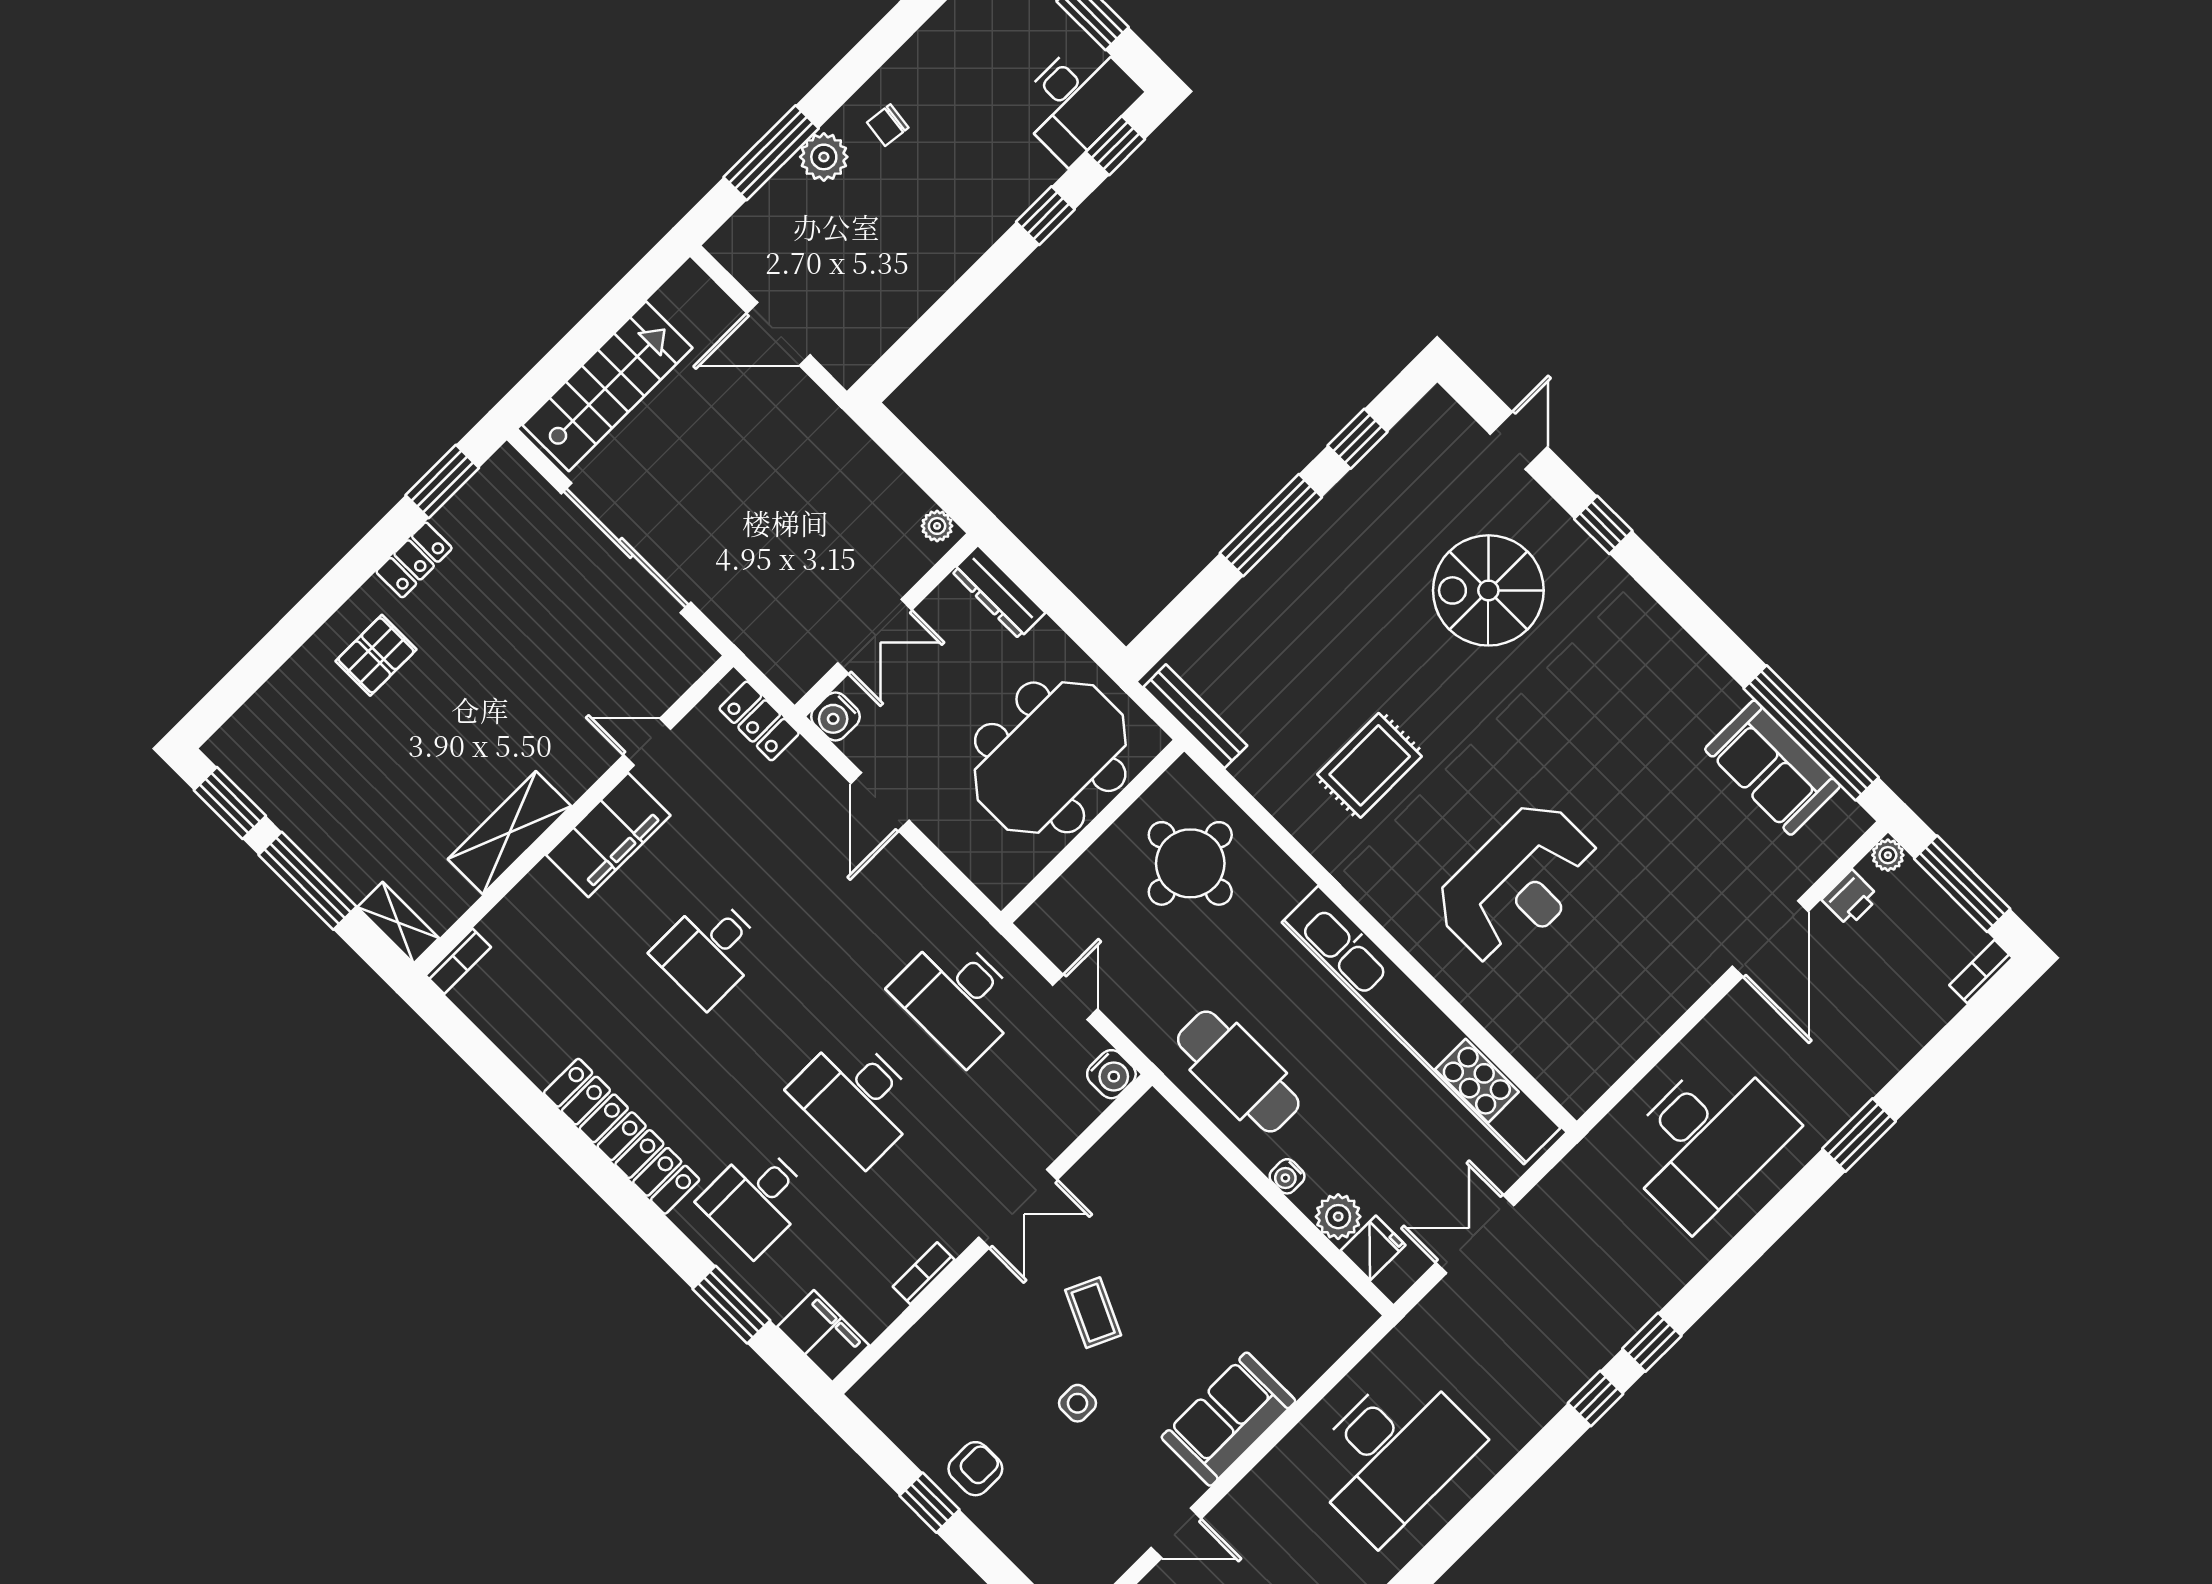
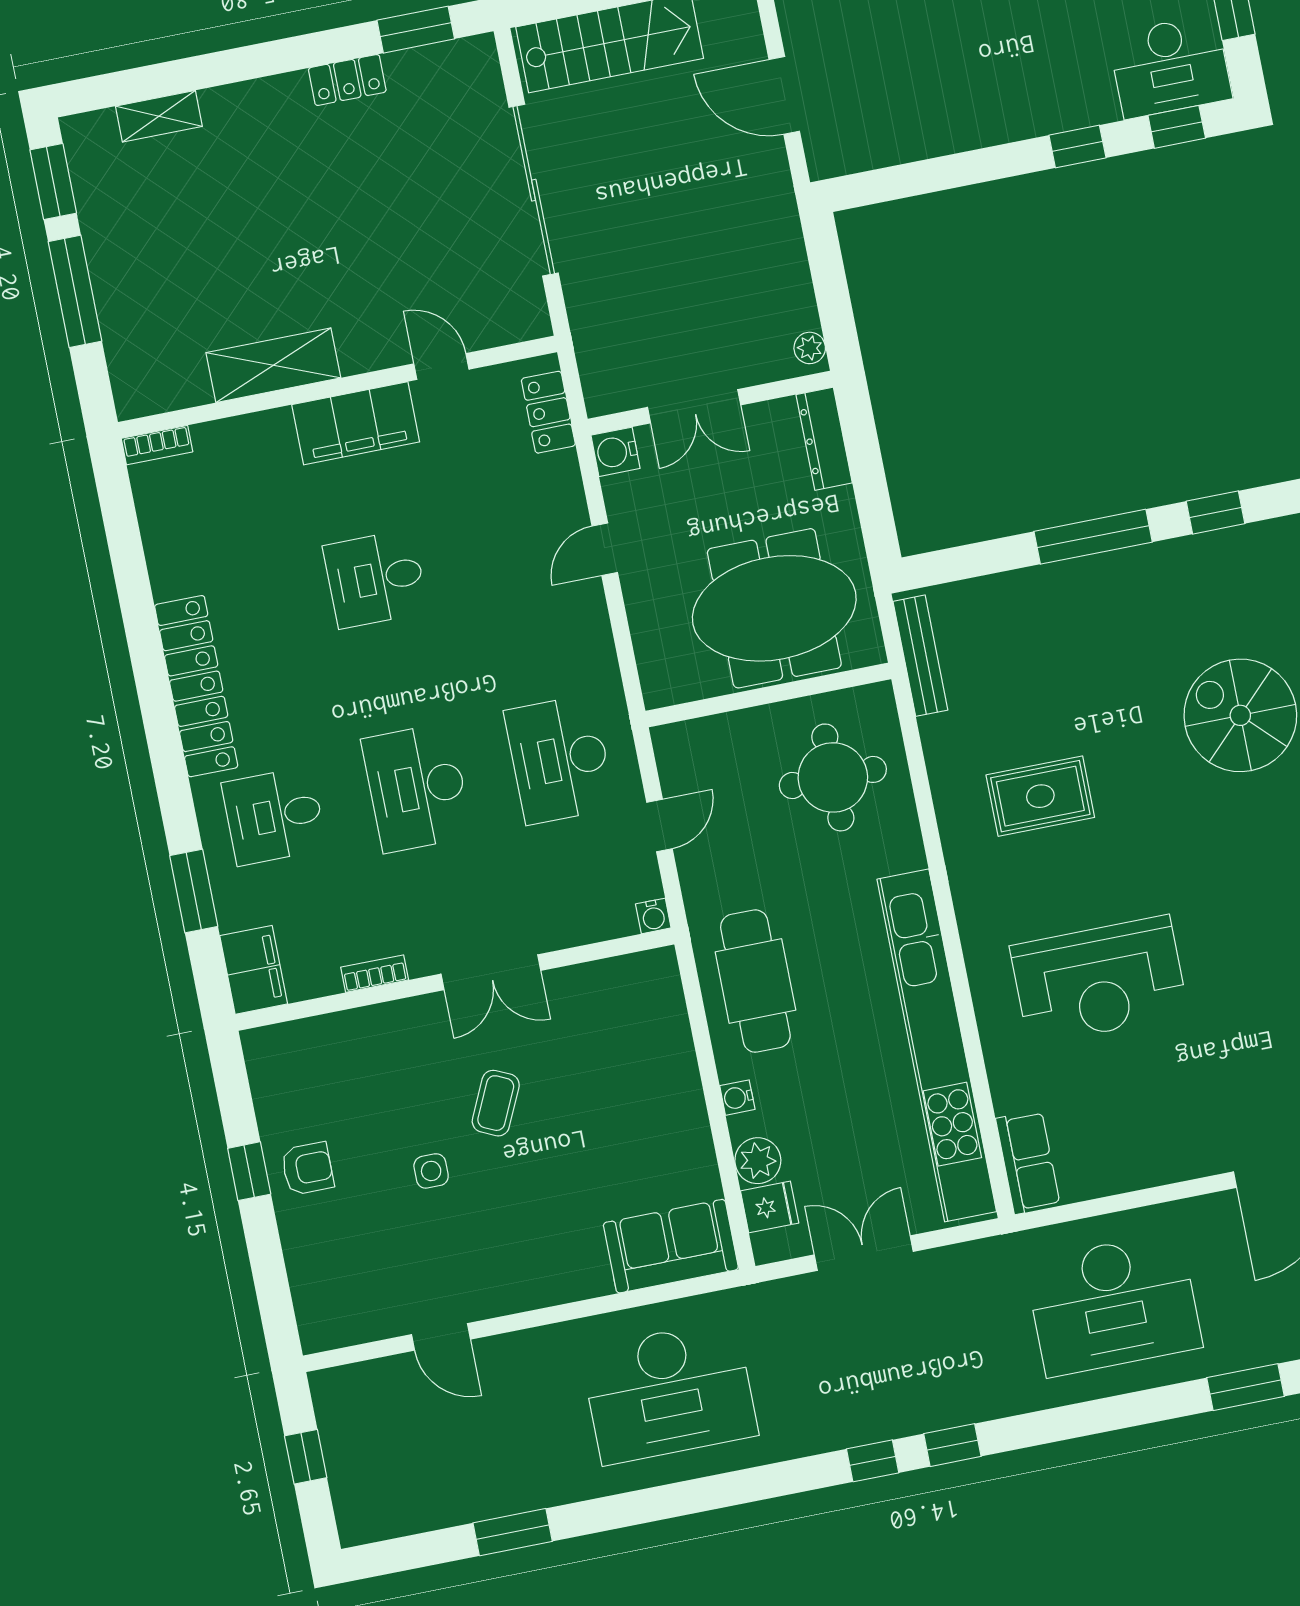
pallet: (376, 655) -> (261, 139), removed
door: (880, 802) -> (605, 549), width x0.73
shelving: (398, 923) -> (159, 116), moved, turned 90
row of seats: (1559, 1070) -> (1028, 1162), added
water cooler: (1111, 1074) -> (653, 916), width x0.72, depth x0.72
sofa: (1228, 1419) -> (671, 1246), moved

